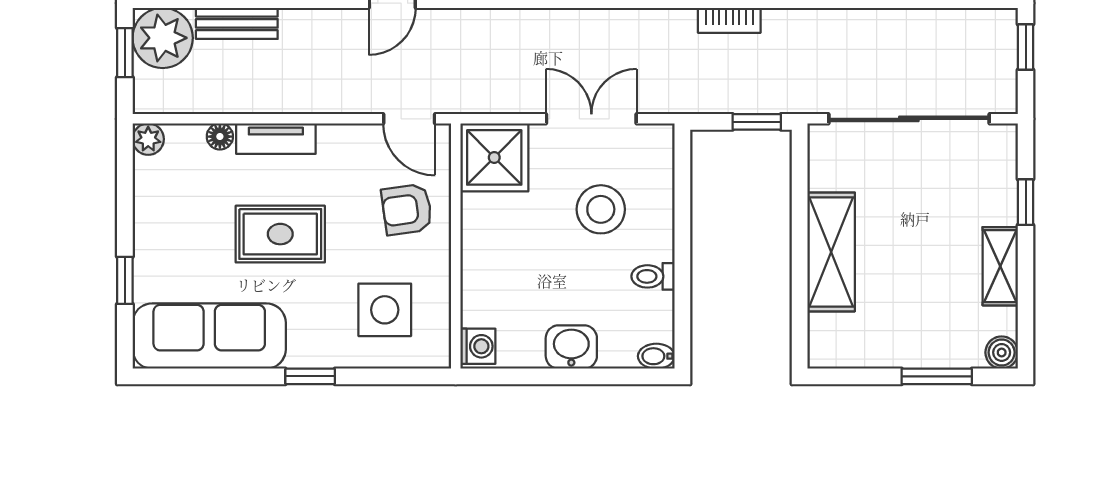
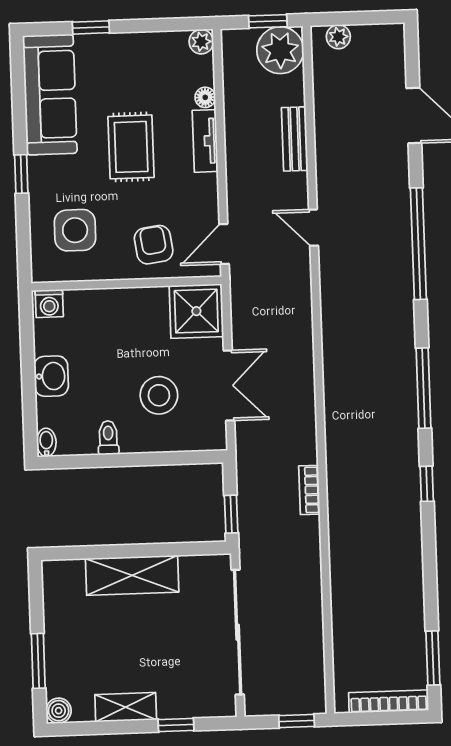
bench: (237, 23) -> (295, 139), moved

